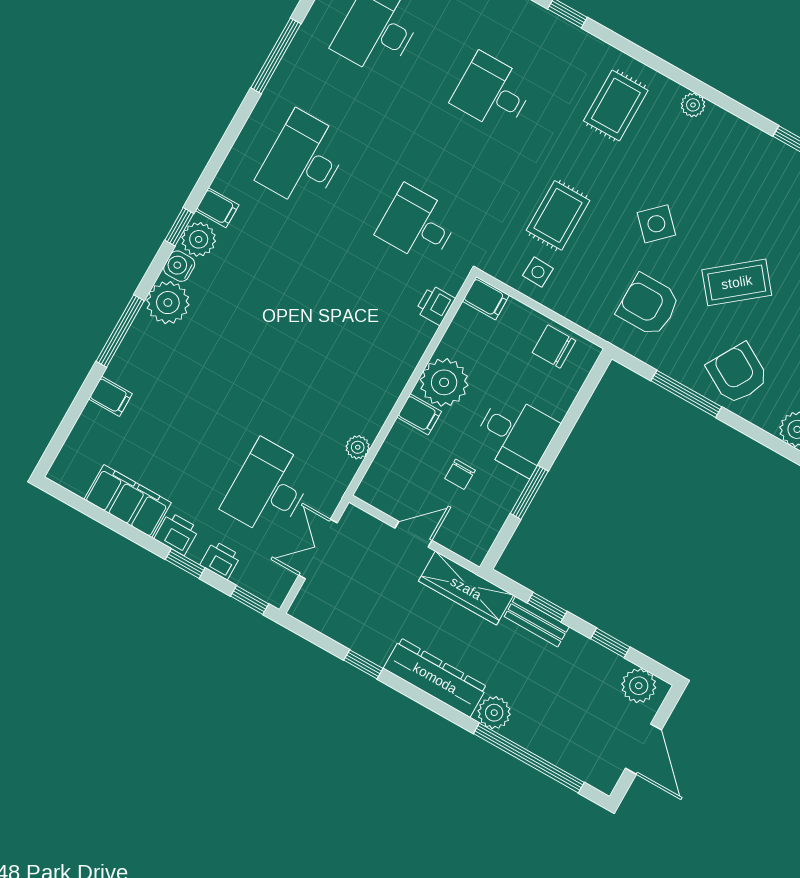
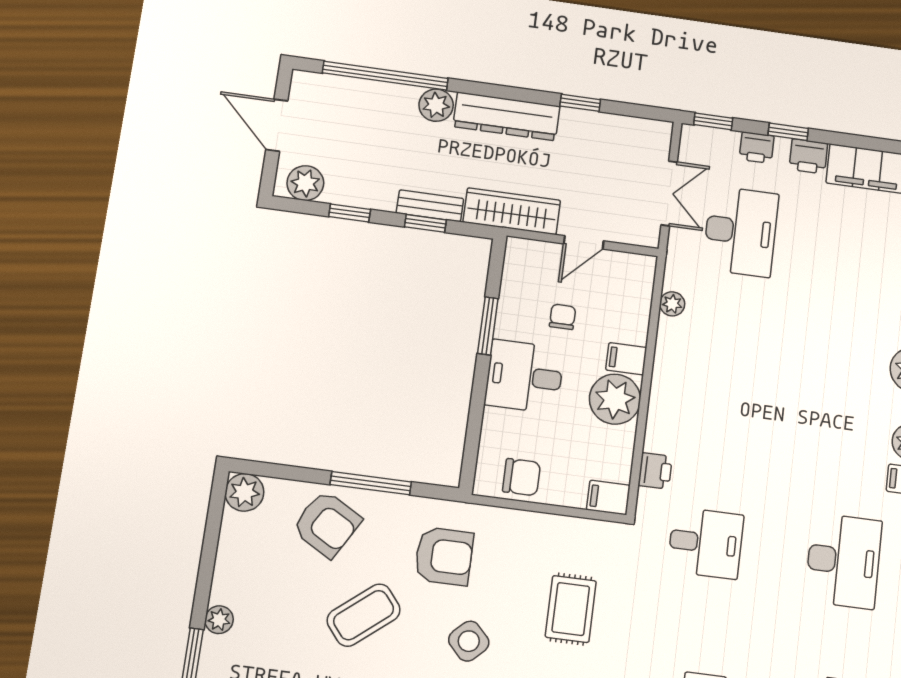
side table: (538, 272) -> (568, 544), removed

